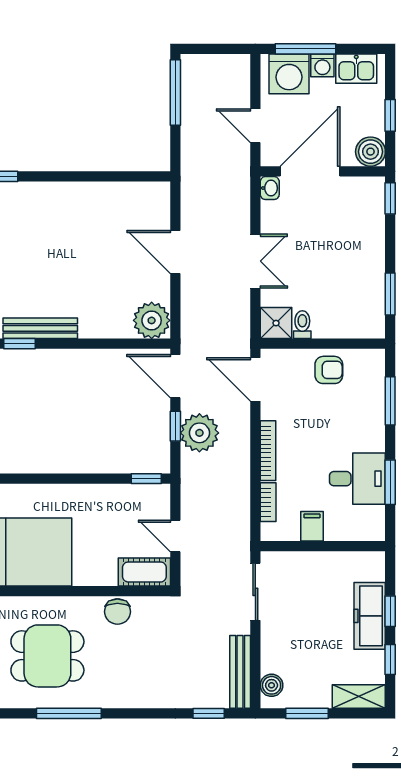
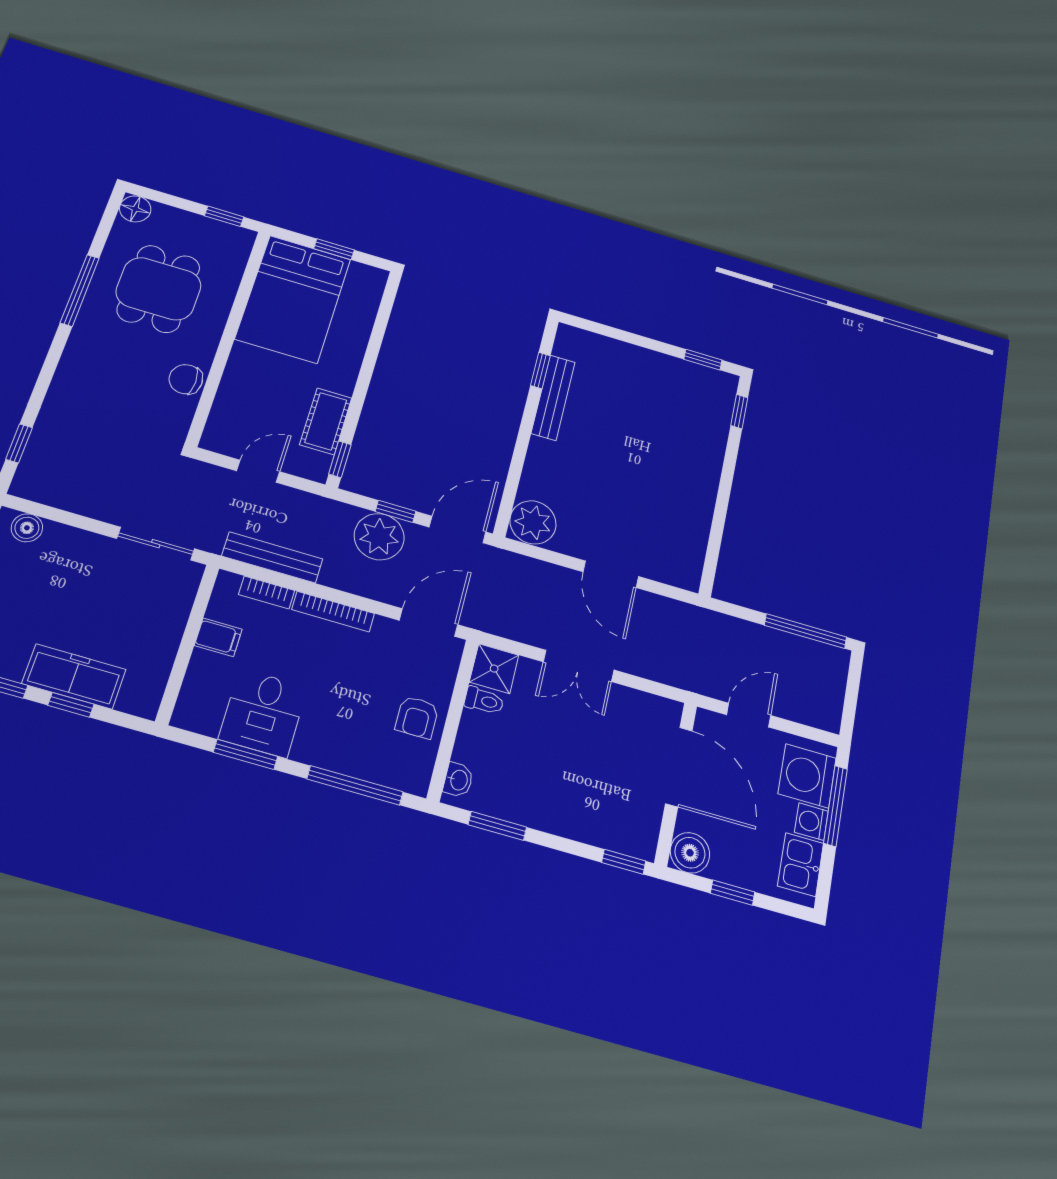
washbasin: (270, 188) -> (458, 780), moved, turned -90
door: (175, 252) -> (611, 574), swing flipped
window: (390, 401) -> (355, 785), width x1.44
cot: (144, 572) -> (326, 421), moved
bench: (240, 672) -> (272, 557), moved

